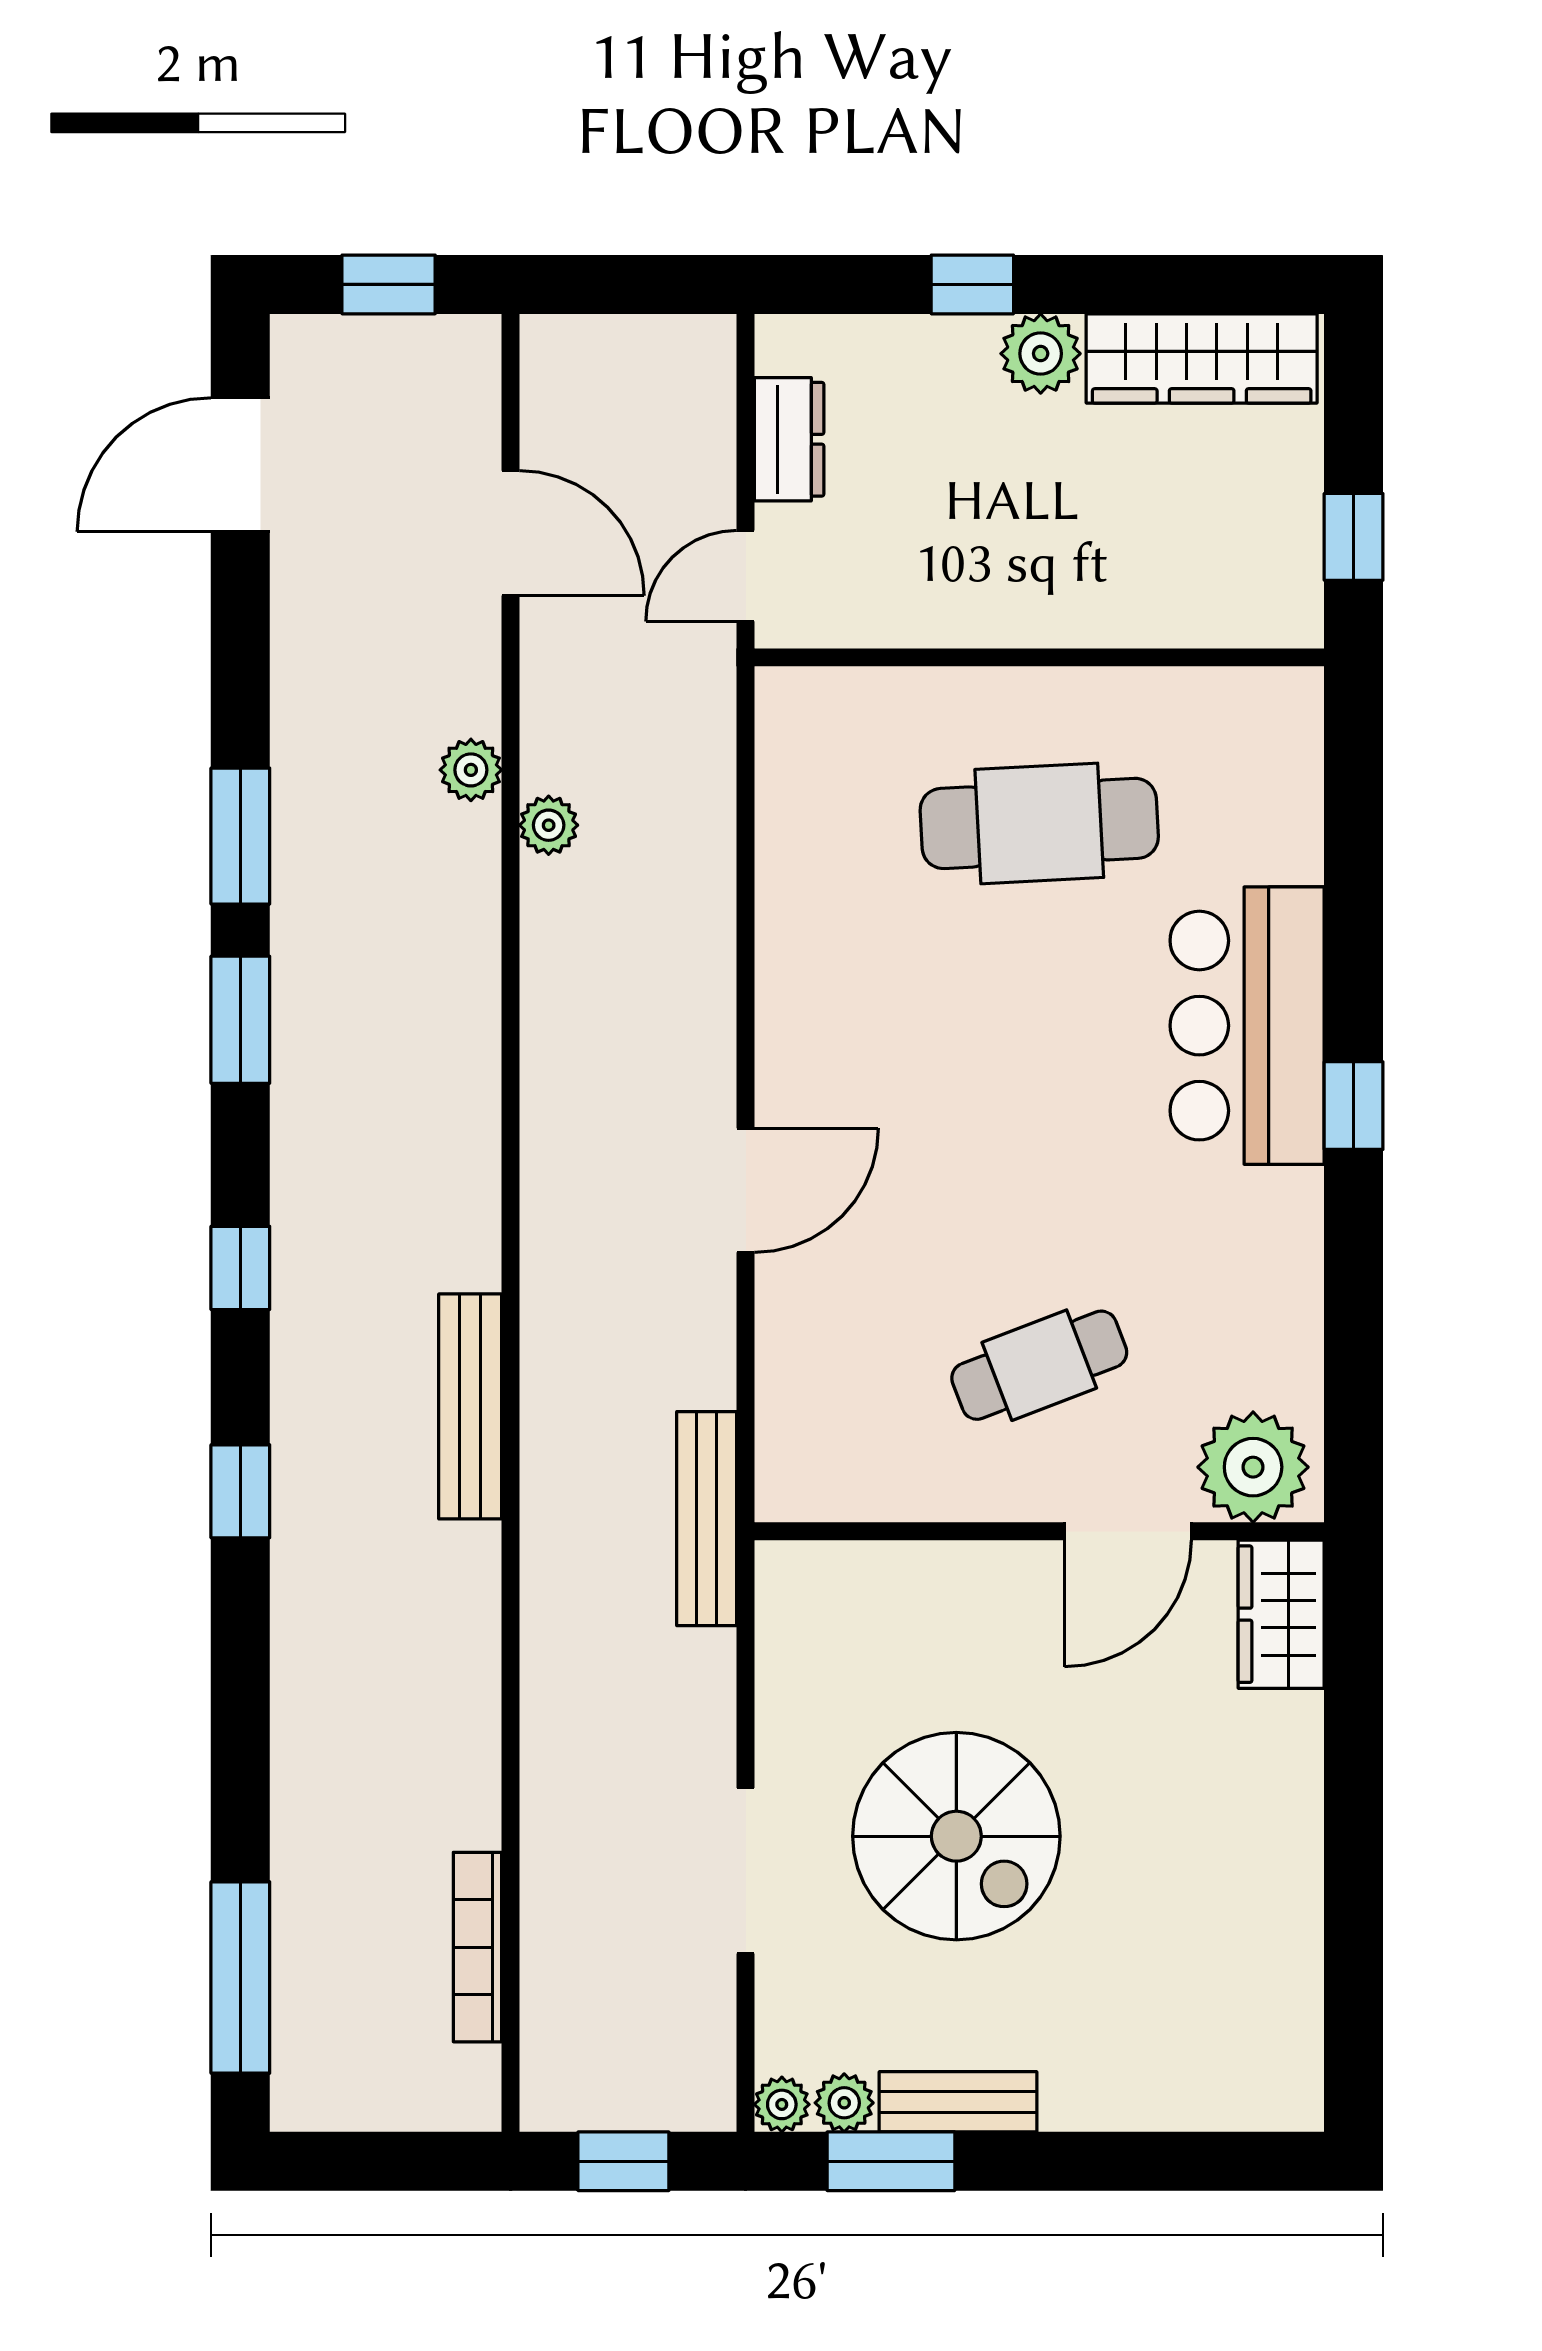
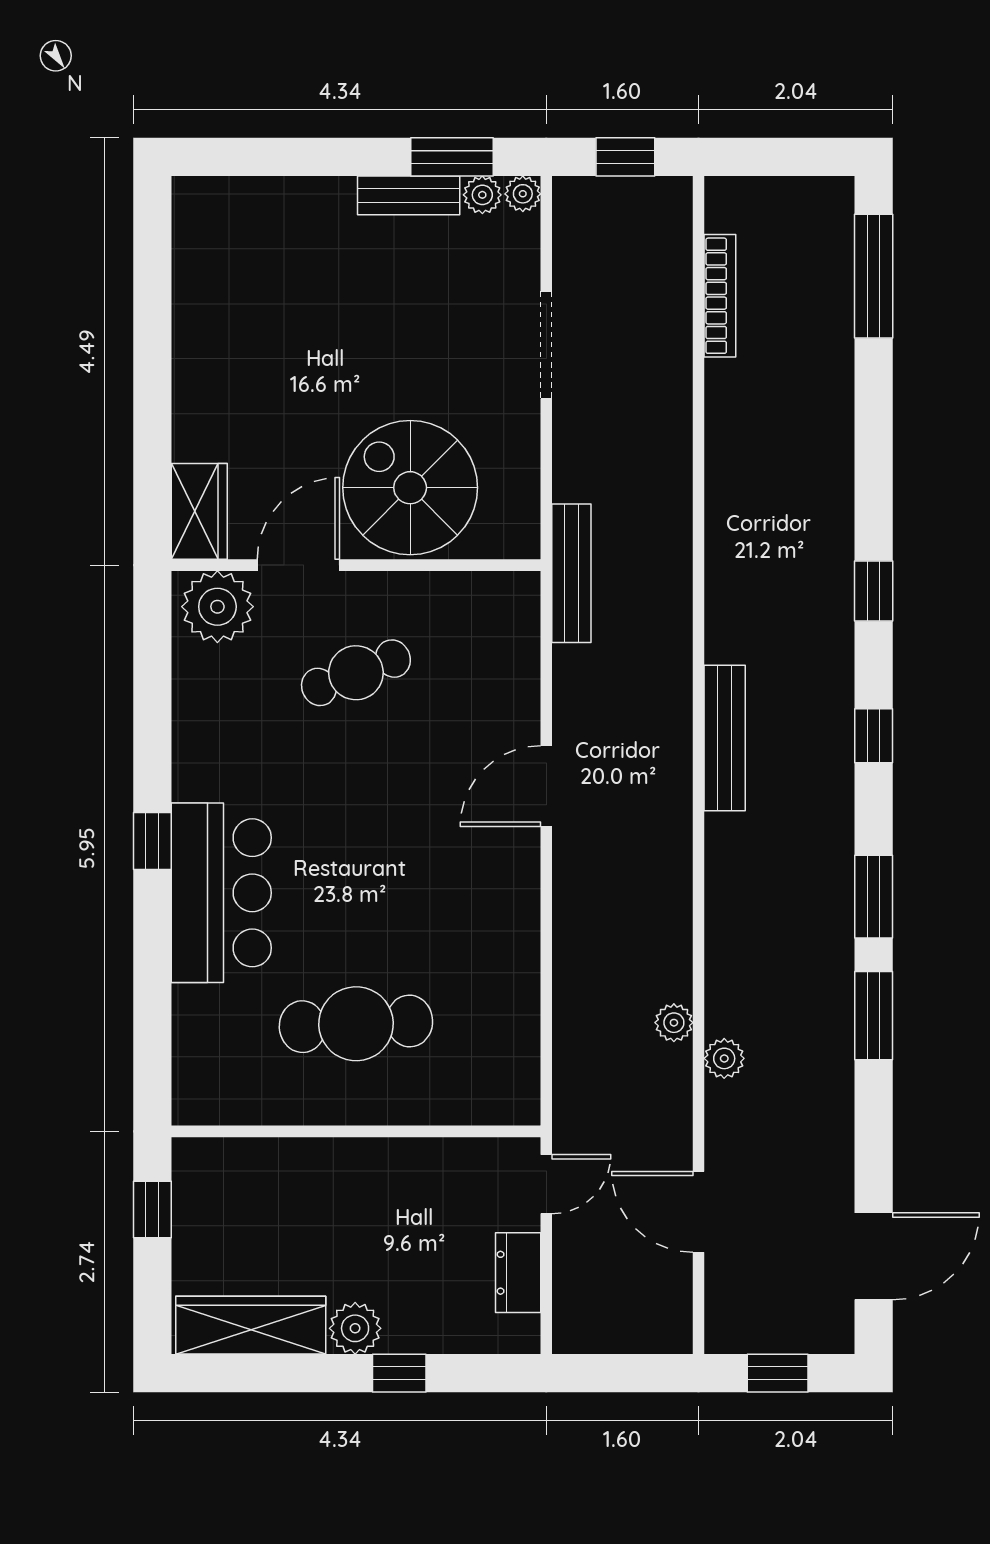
bench: (470, 1406) -> (725, 738), moved
spiral stairs: (956, 1836) -> (410, 488), moved

